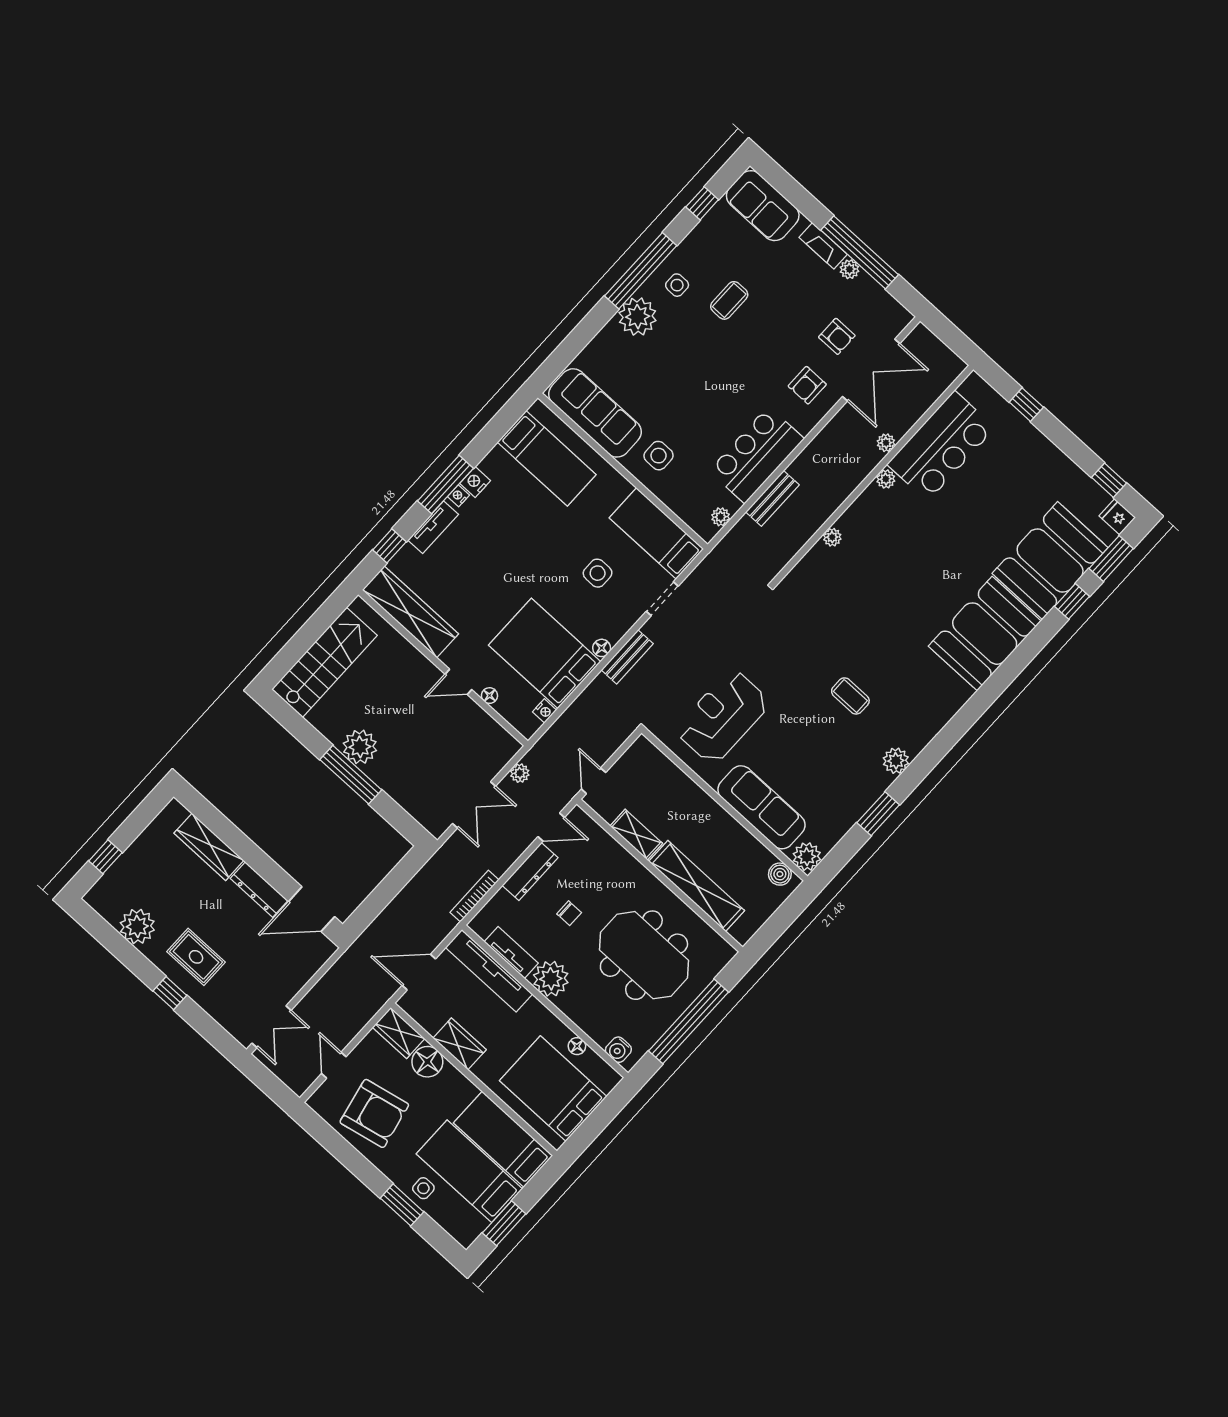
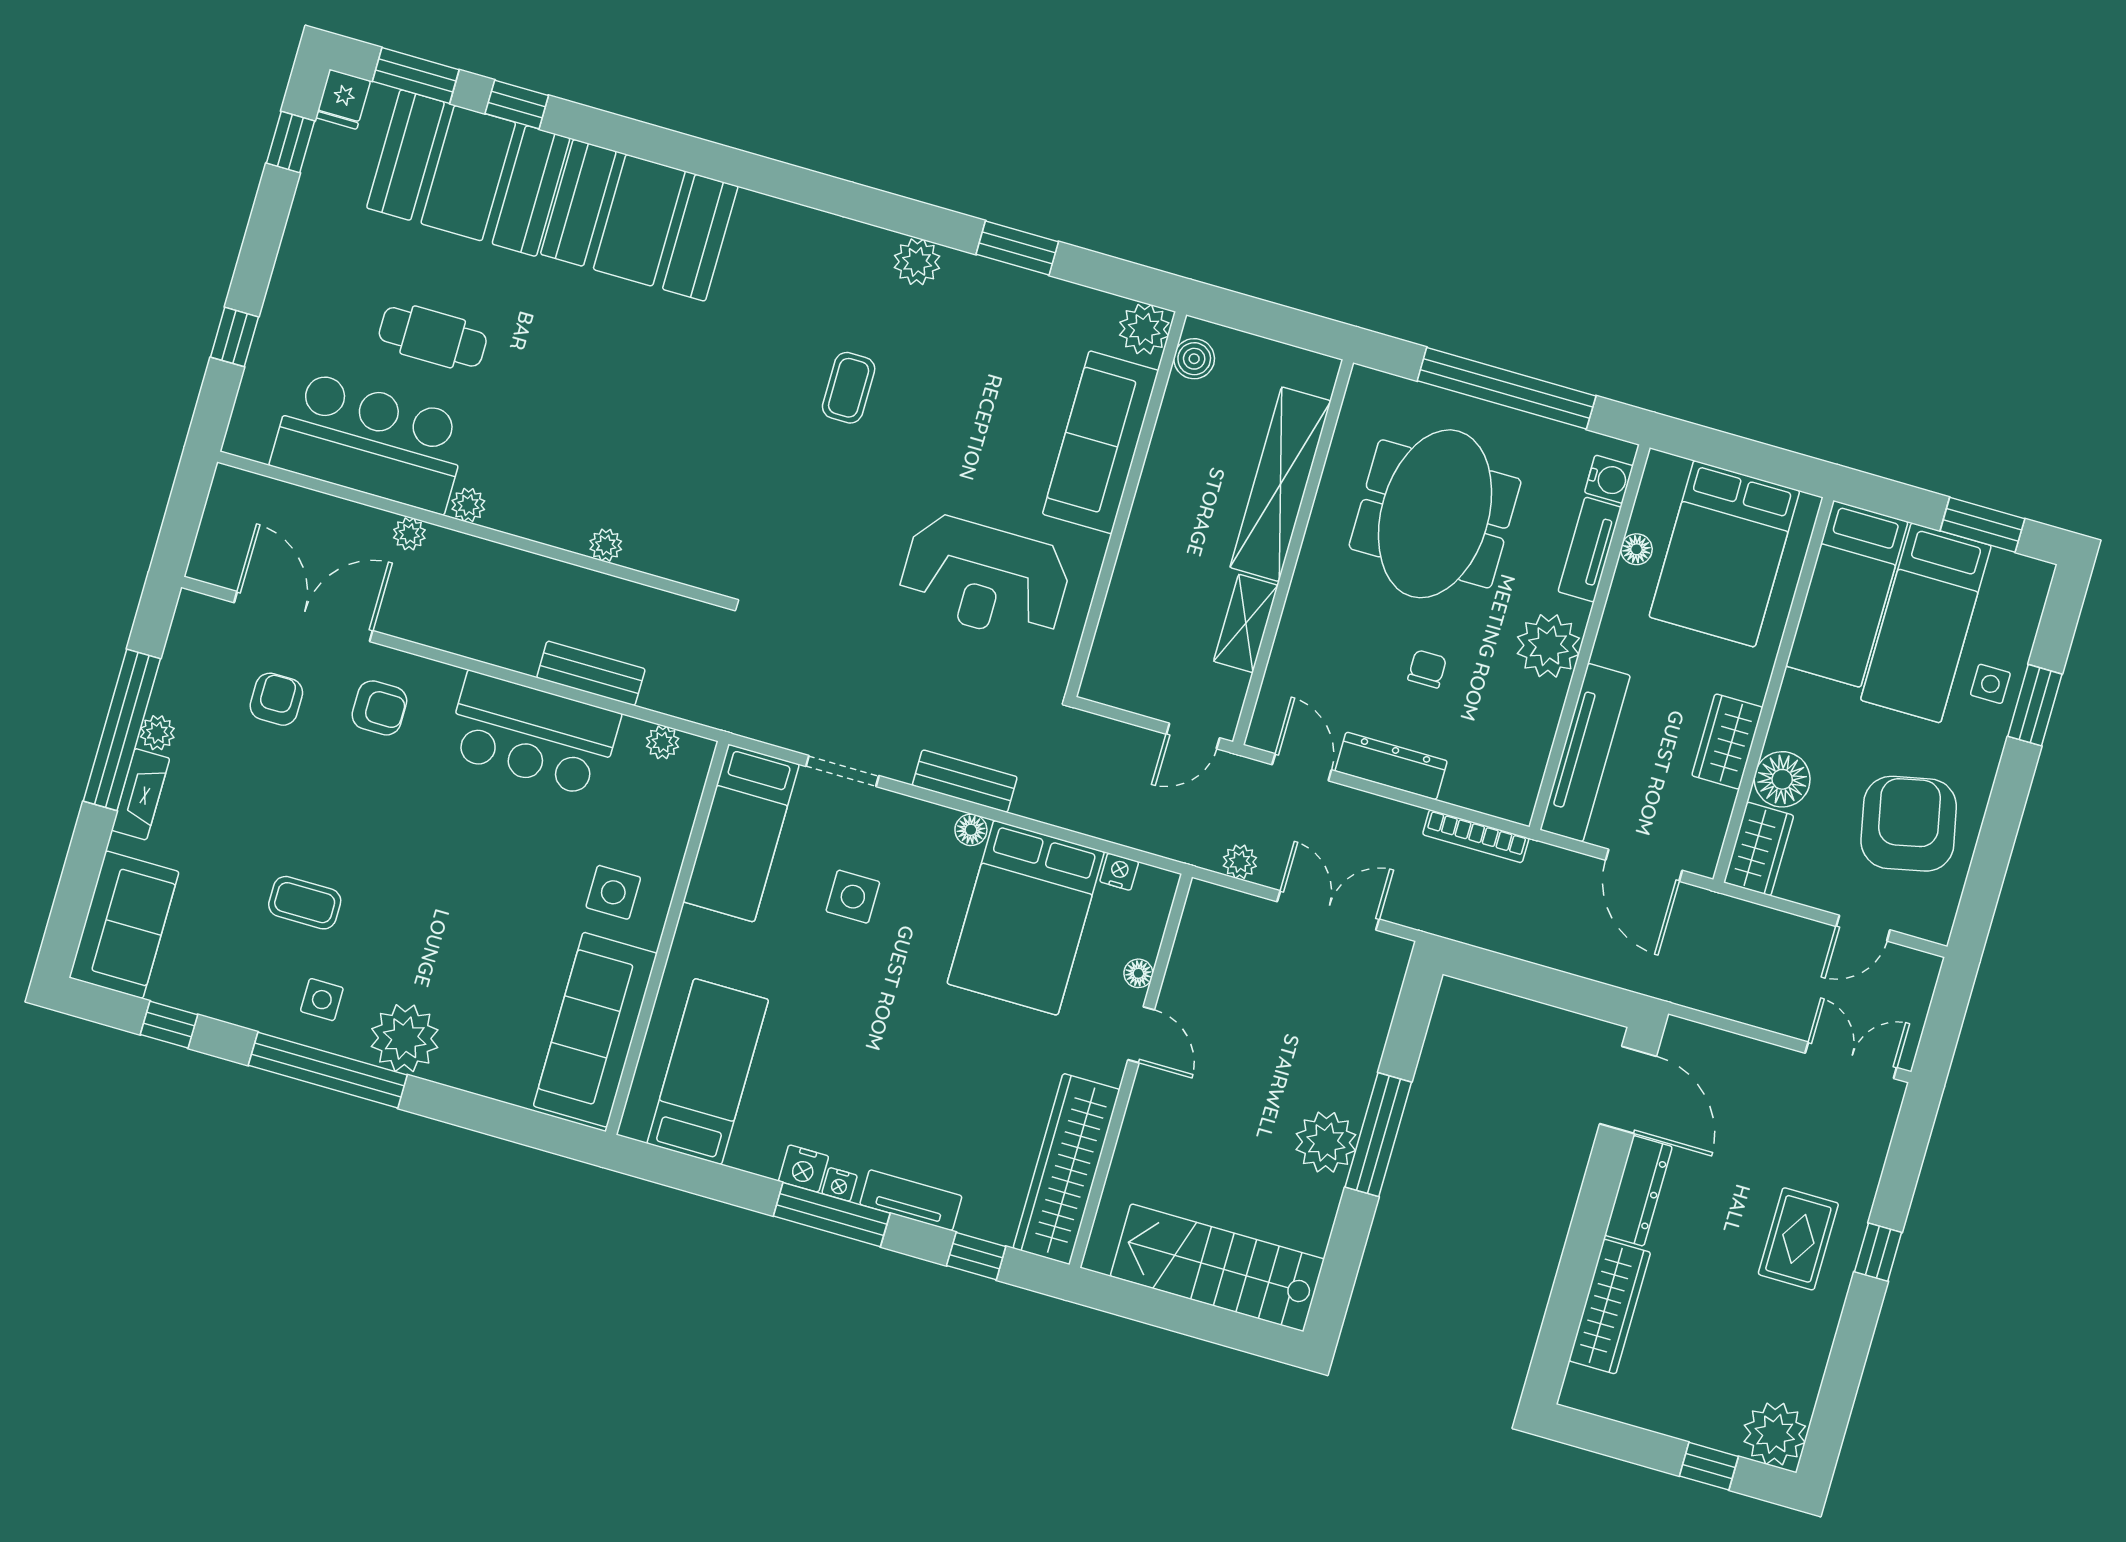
cafe table: (978, 503) -> (433, 337), added
plant: (137, 926) -> (1775, 1434), moved
tv unit: (511, 953) -> (1590, 549), moved

